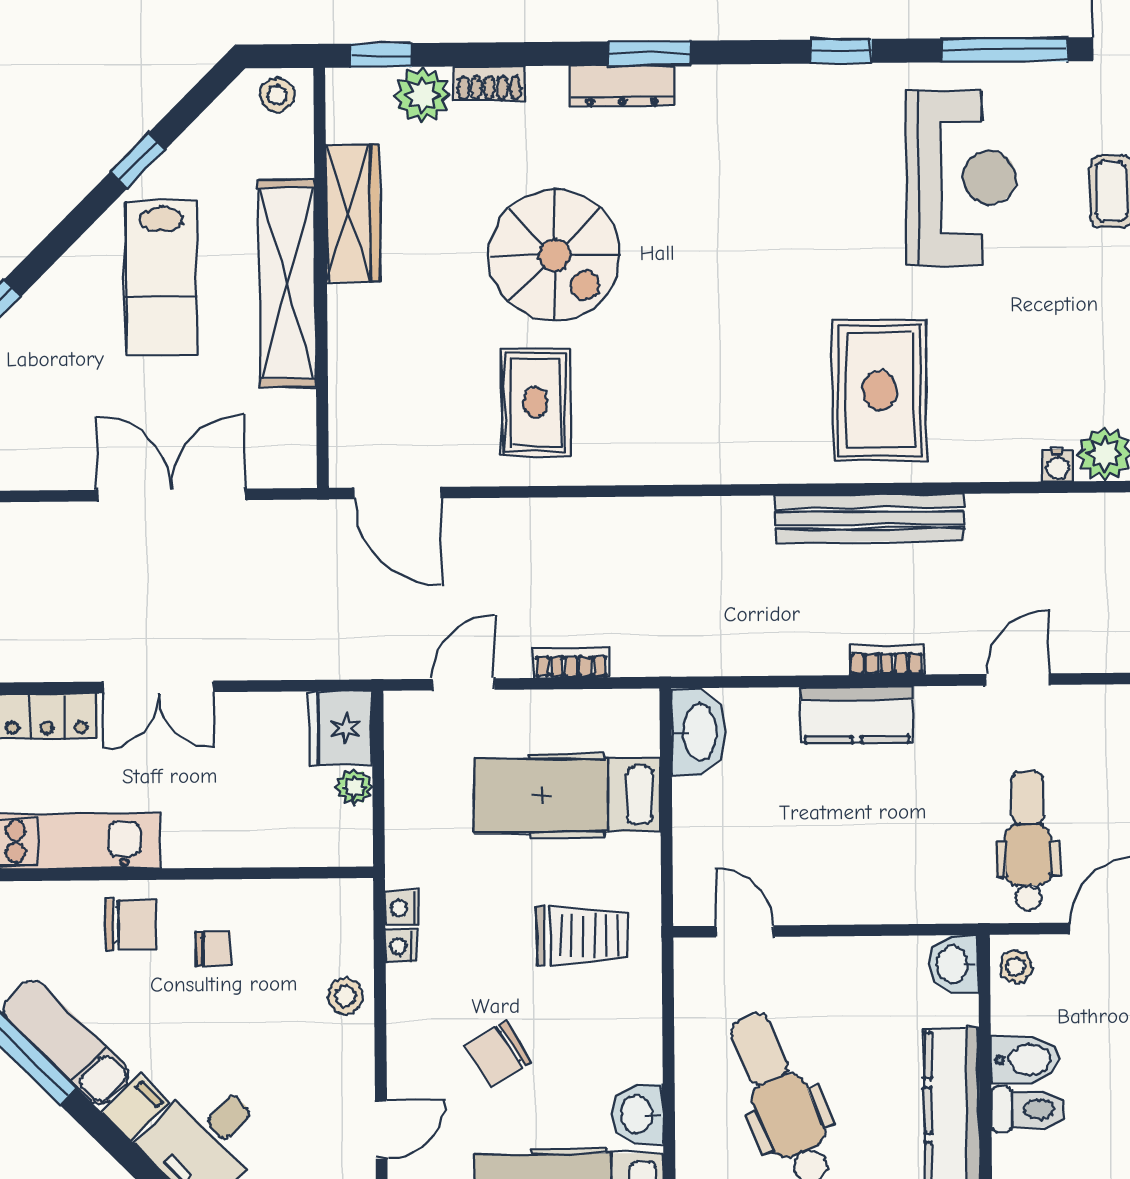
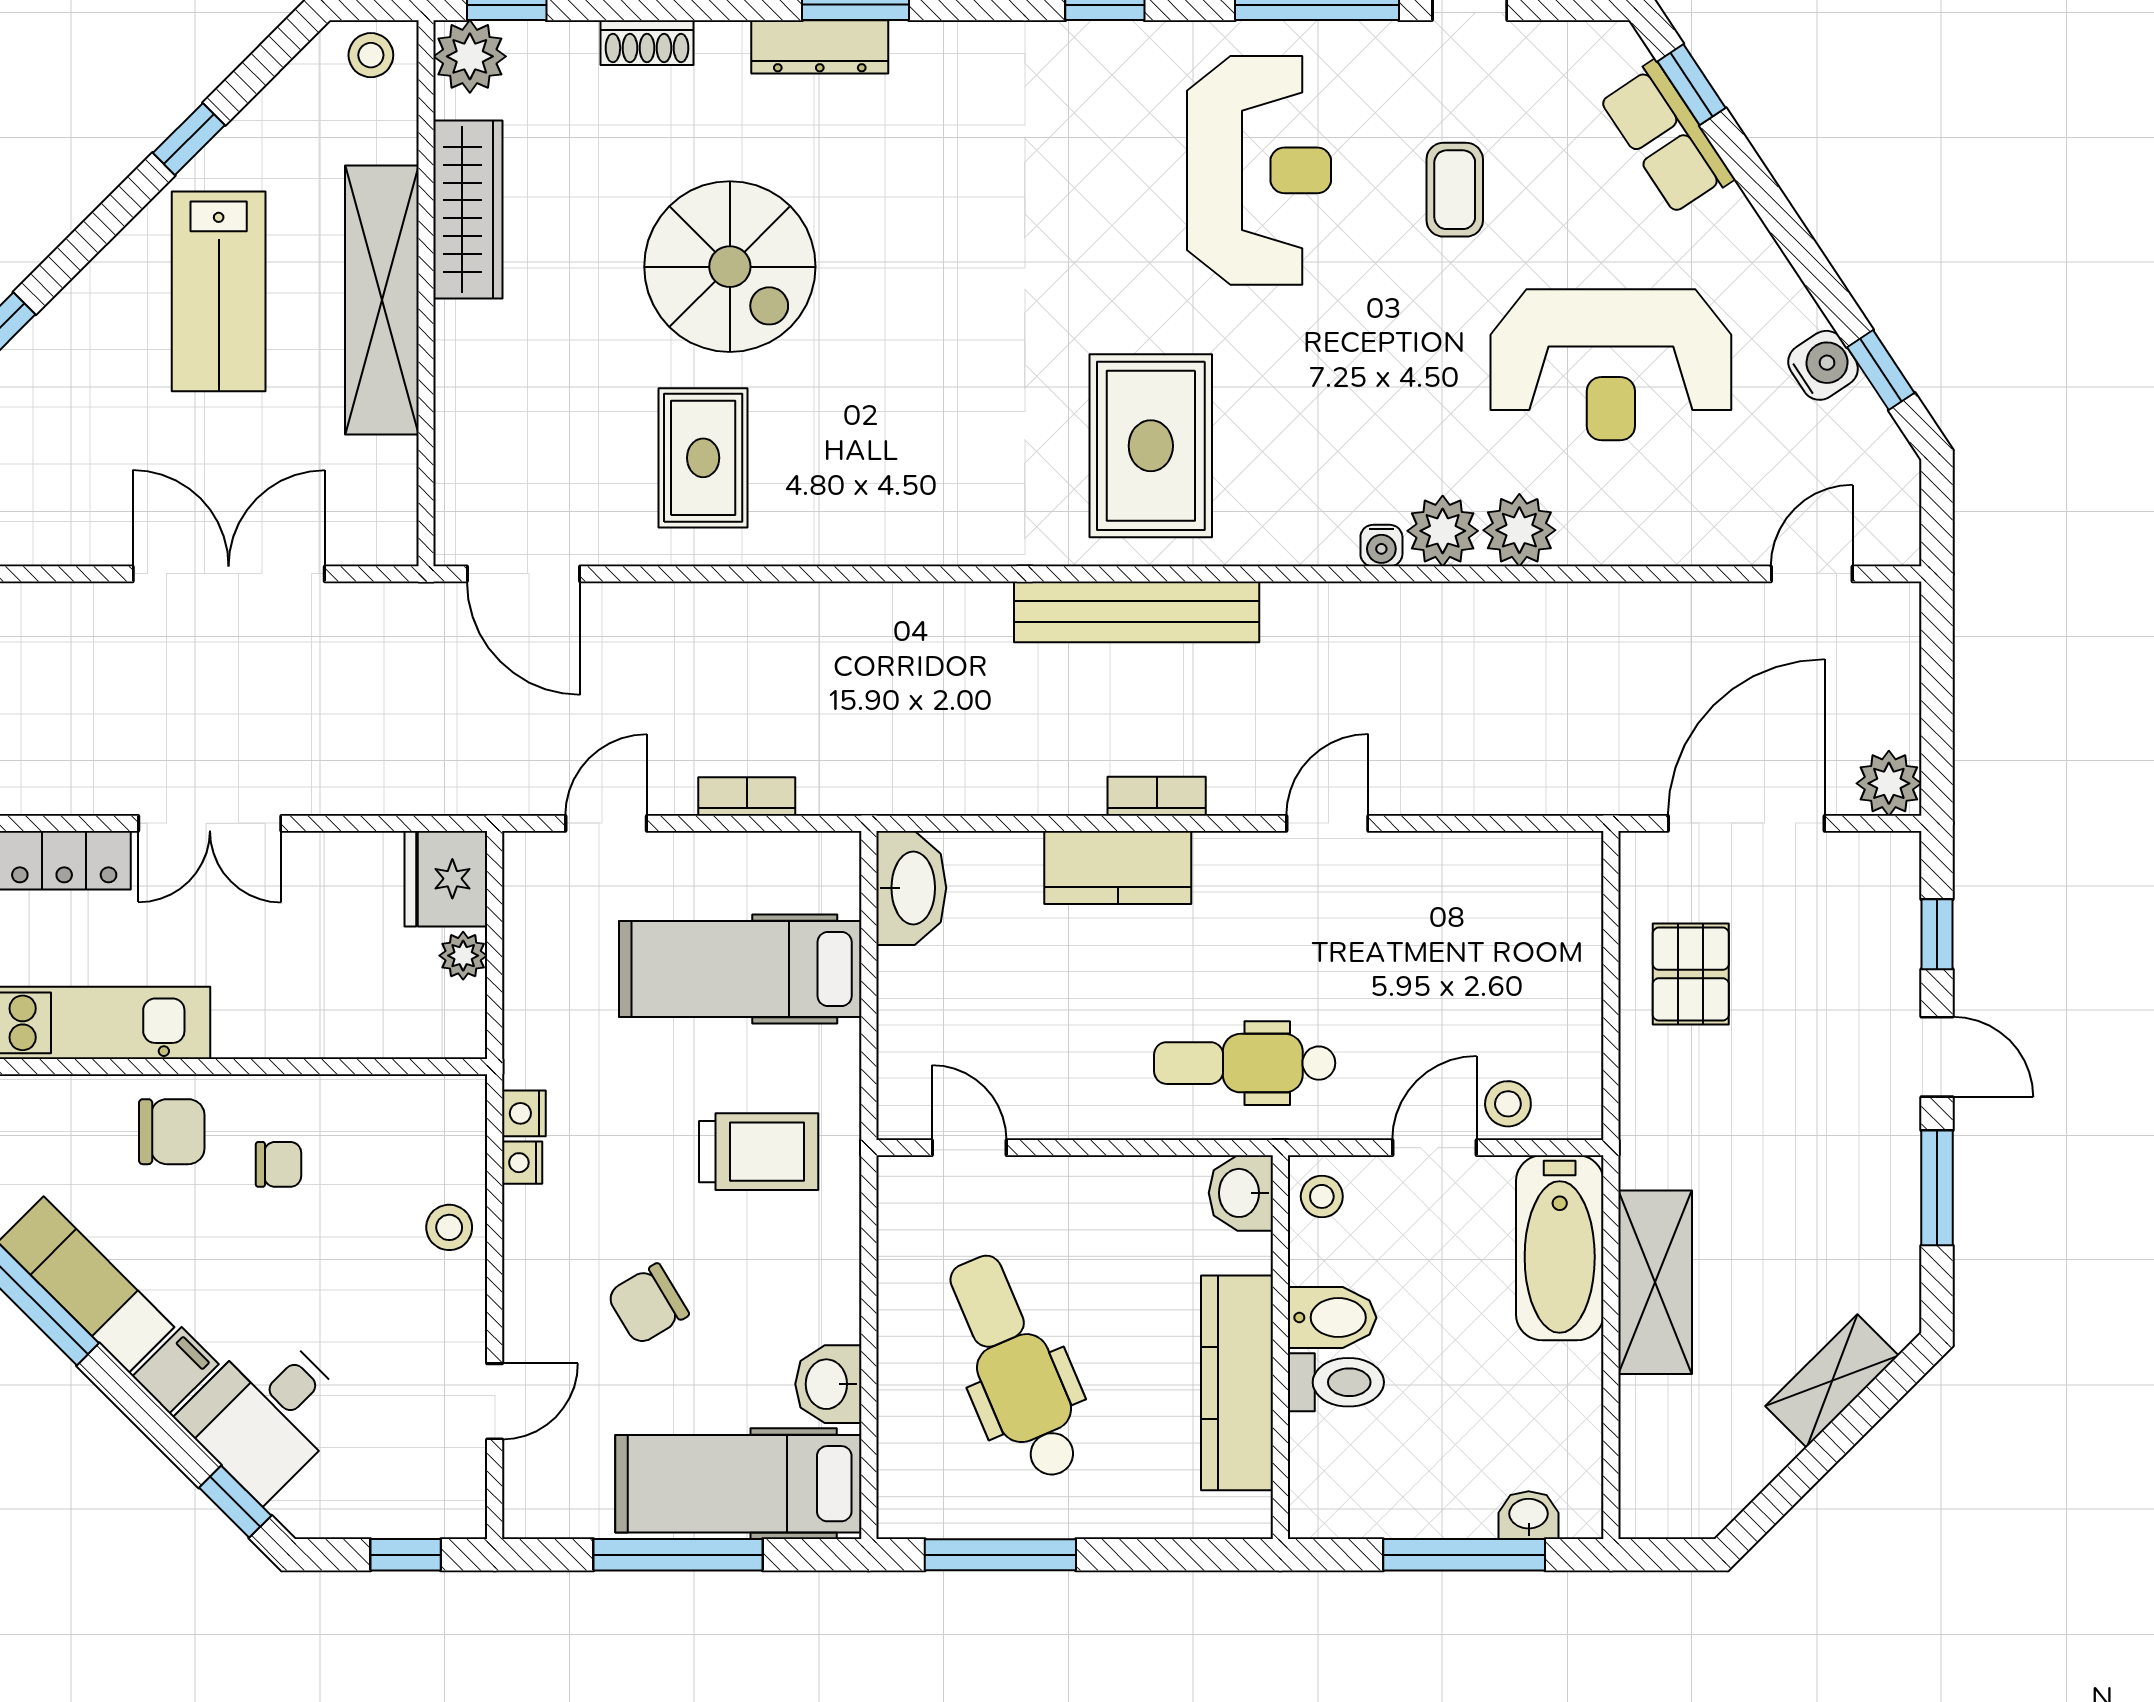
plant: (422, 95) -> (470, 56), moved
dental chair: (1028, 841) -> (1245, 1063), moved, turned -90

